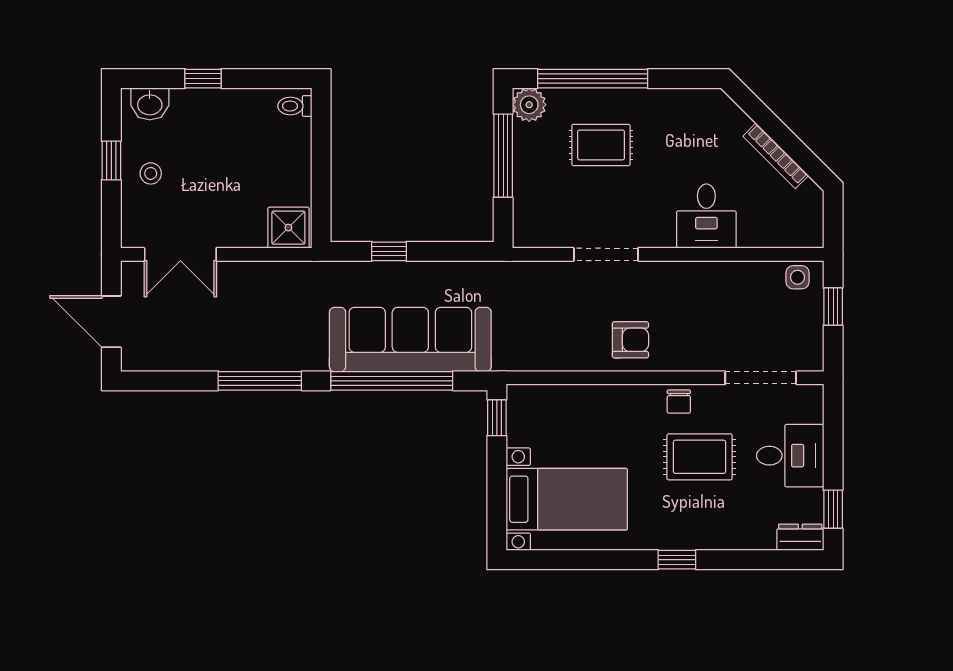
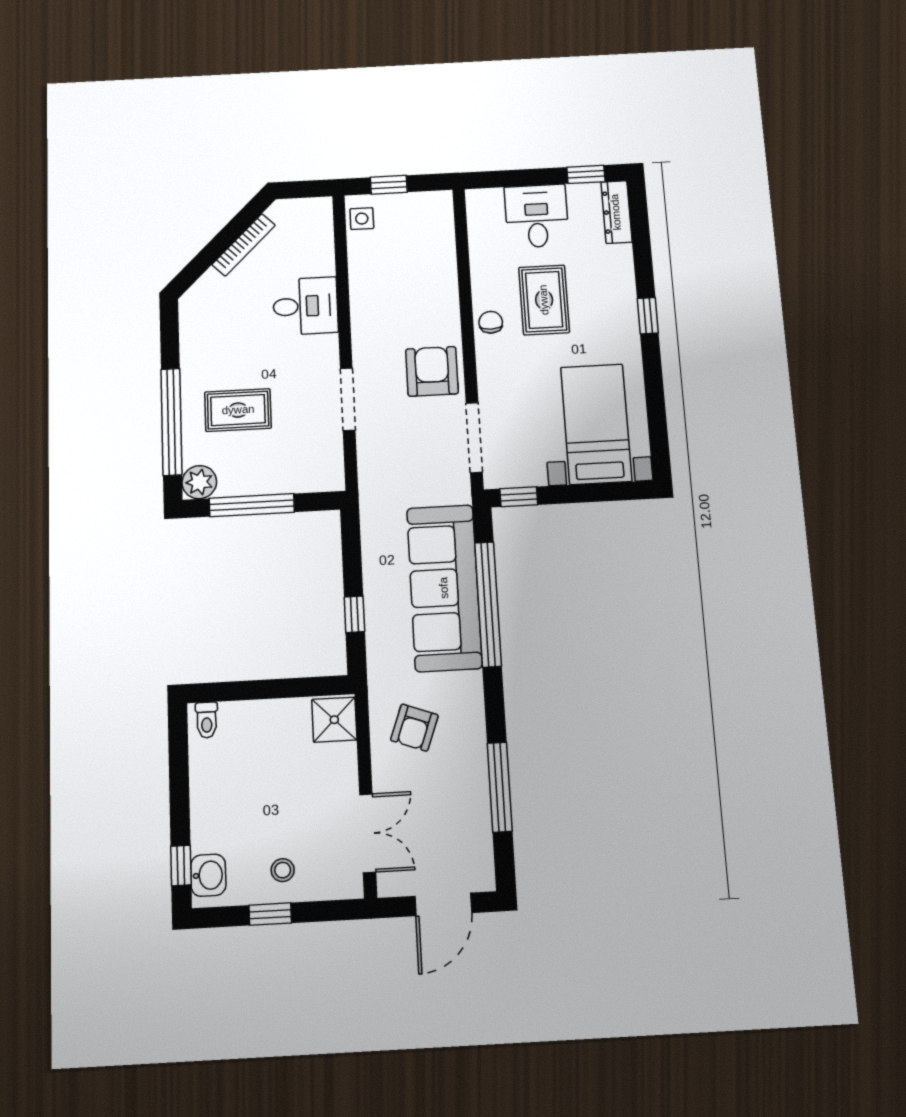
window: (203, 79) -> (181, 865), moved
rug: (601, 145) -> (238, 410), turned 90
armchair: (277, 303) -> (414, 728), added
armchair: (630, 340) -> (432, 371), width x1.38, depth x1.38
doorway: (761, 378) -> (474, 437), moved
window: (260, 381) -> (500, 787), moved
chair: (679, 402) -> (491, 322), turned -90
dresser: (800, 537) -> (616, 212), width x1.44

